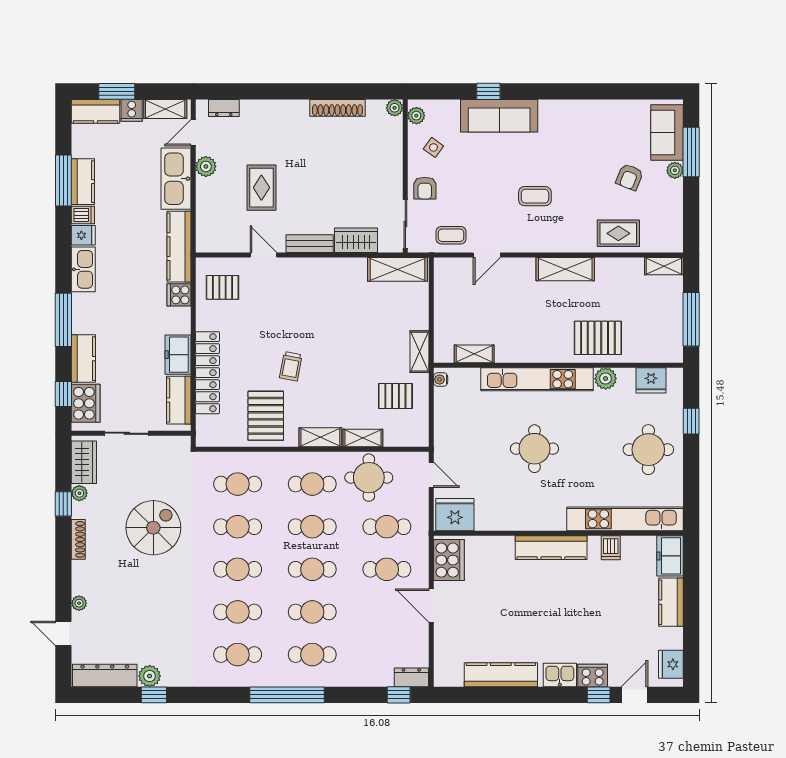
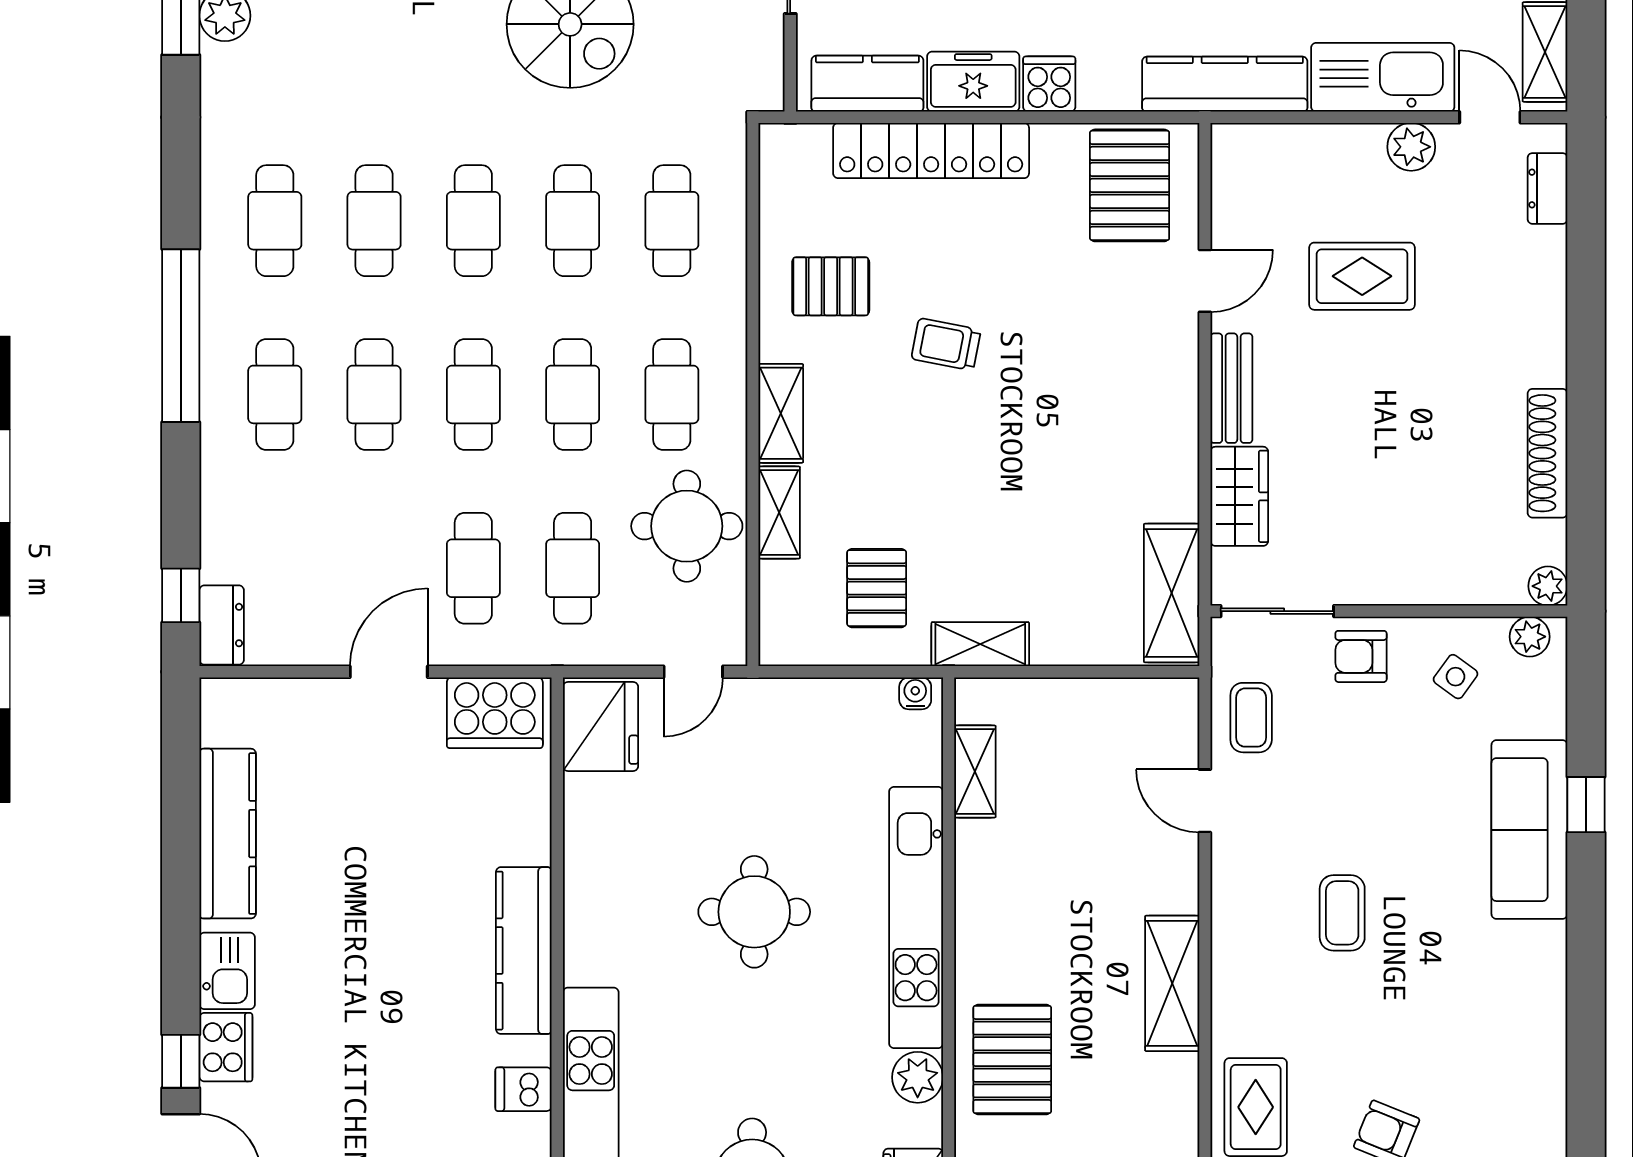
pallet: (222, 287) -> (1130, 185), width x1.50, depth x1.42
cooker: (179, 295) -> (1049, 84), moved
pallet: (266, 416) -> (831, 286), width x0.67, depth x0.71

